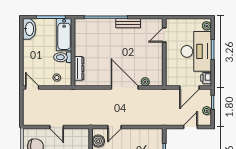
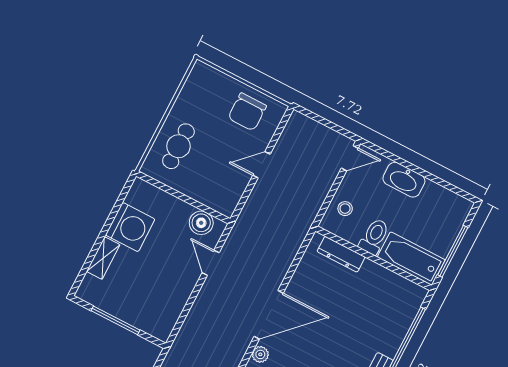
washbasin: (29, 29) -> (404, 180), moved

